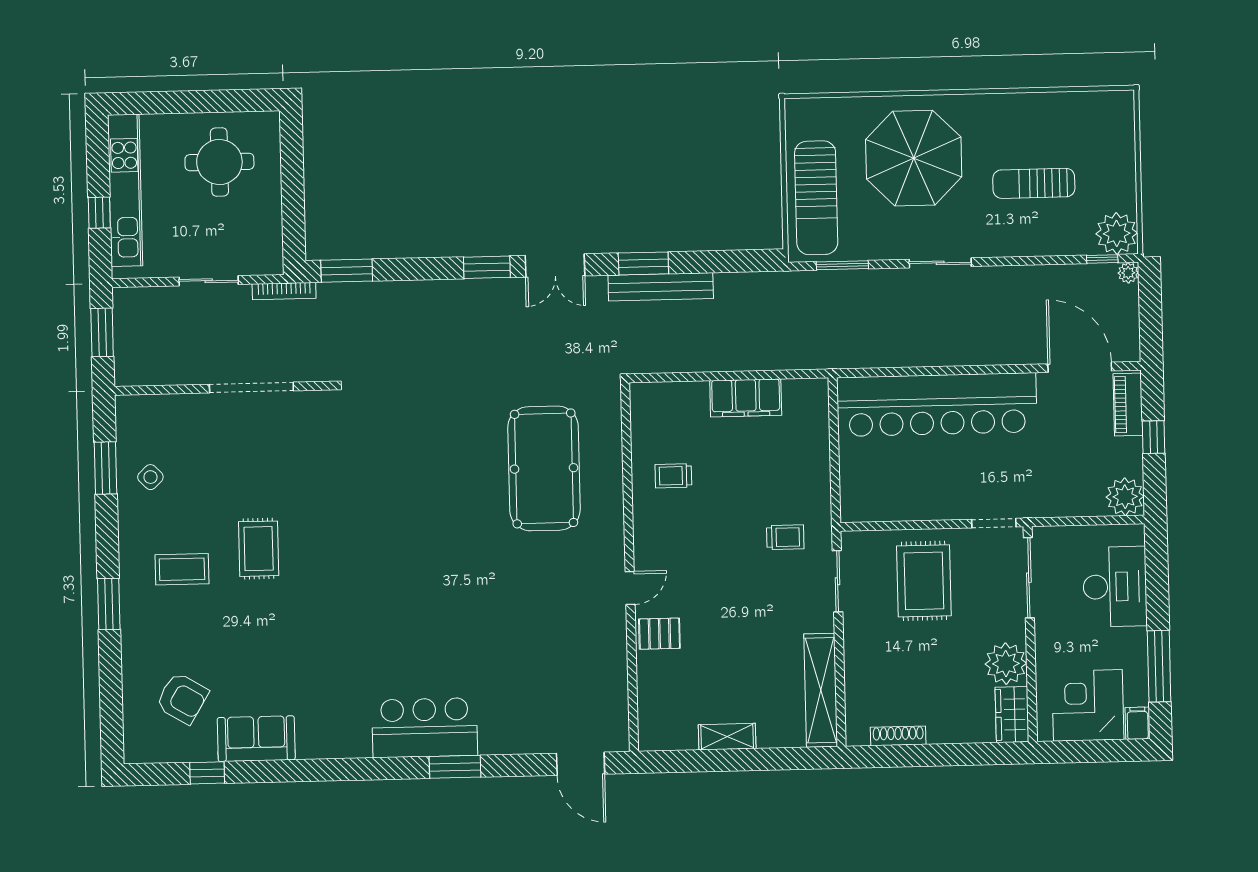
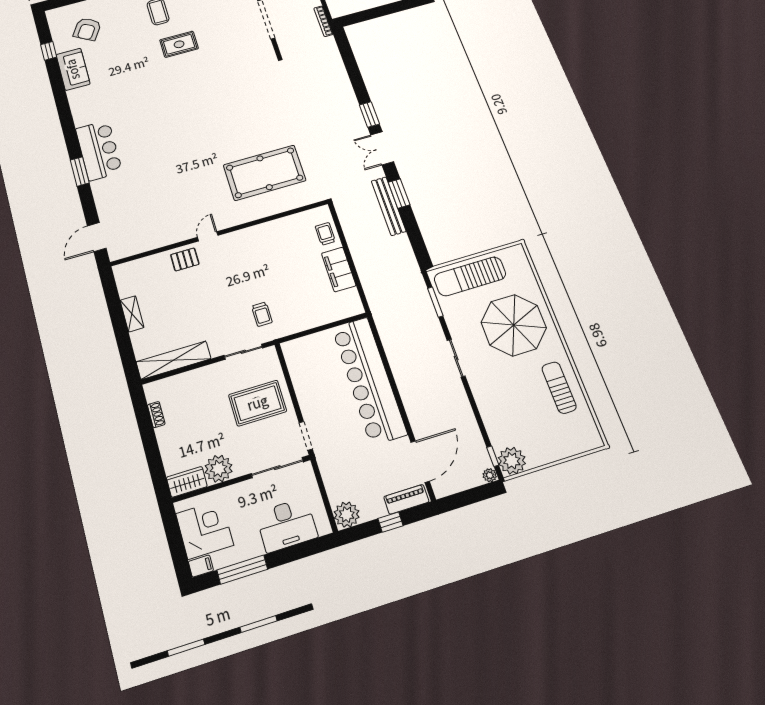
sun lounger: (1034, 183) -> (559, 388), moved
window: (347, 271) -> (344, 48), removed
trolley: (673, 476) -> (325, 234), moved
door: (630, 588) -> (208, 236), swing flipped
pallet: (659, 634) -> (185, 259), turned 90
shoe rack: (898, 736) -> (156, 415), width x0.70

